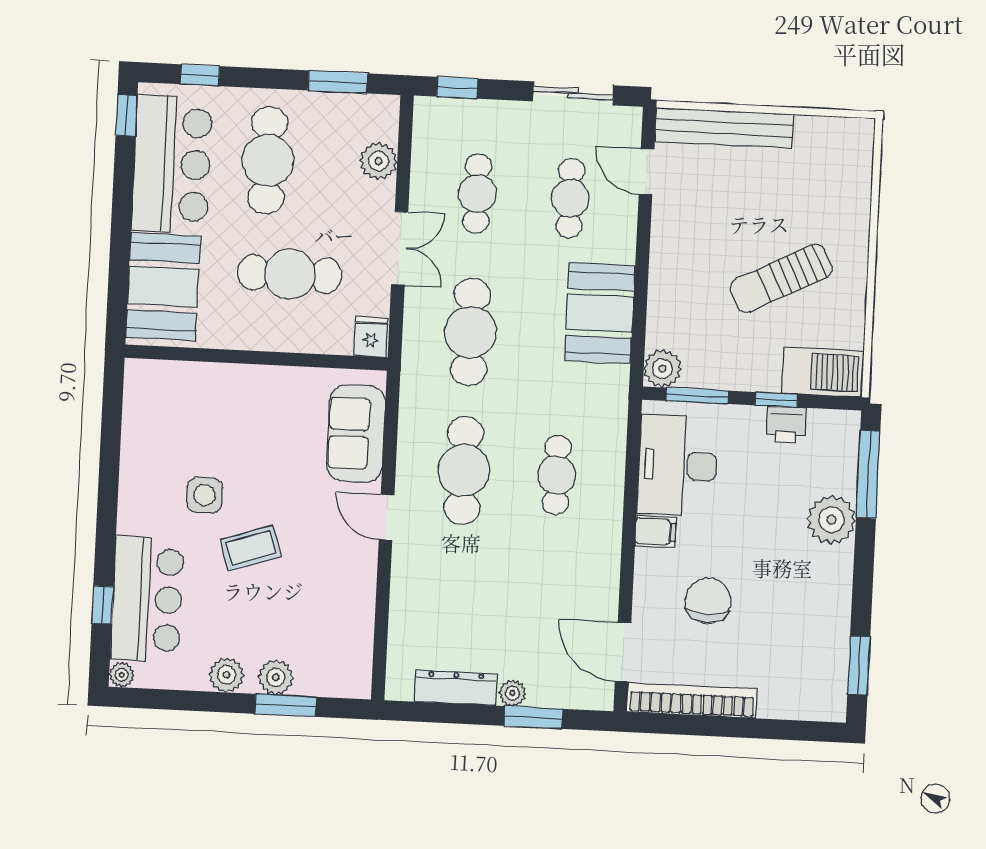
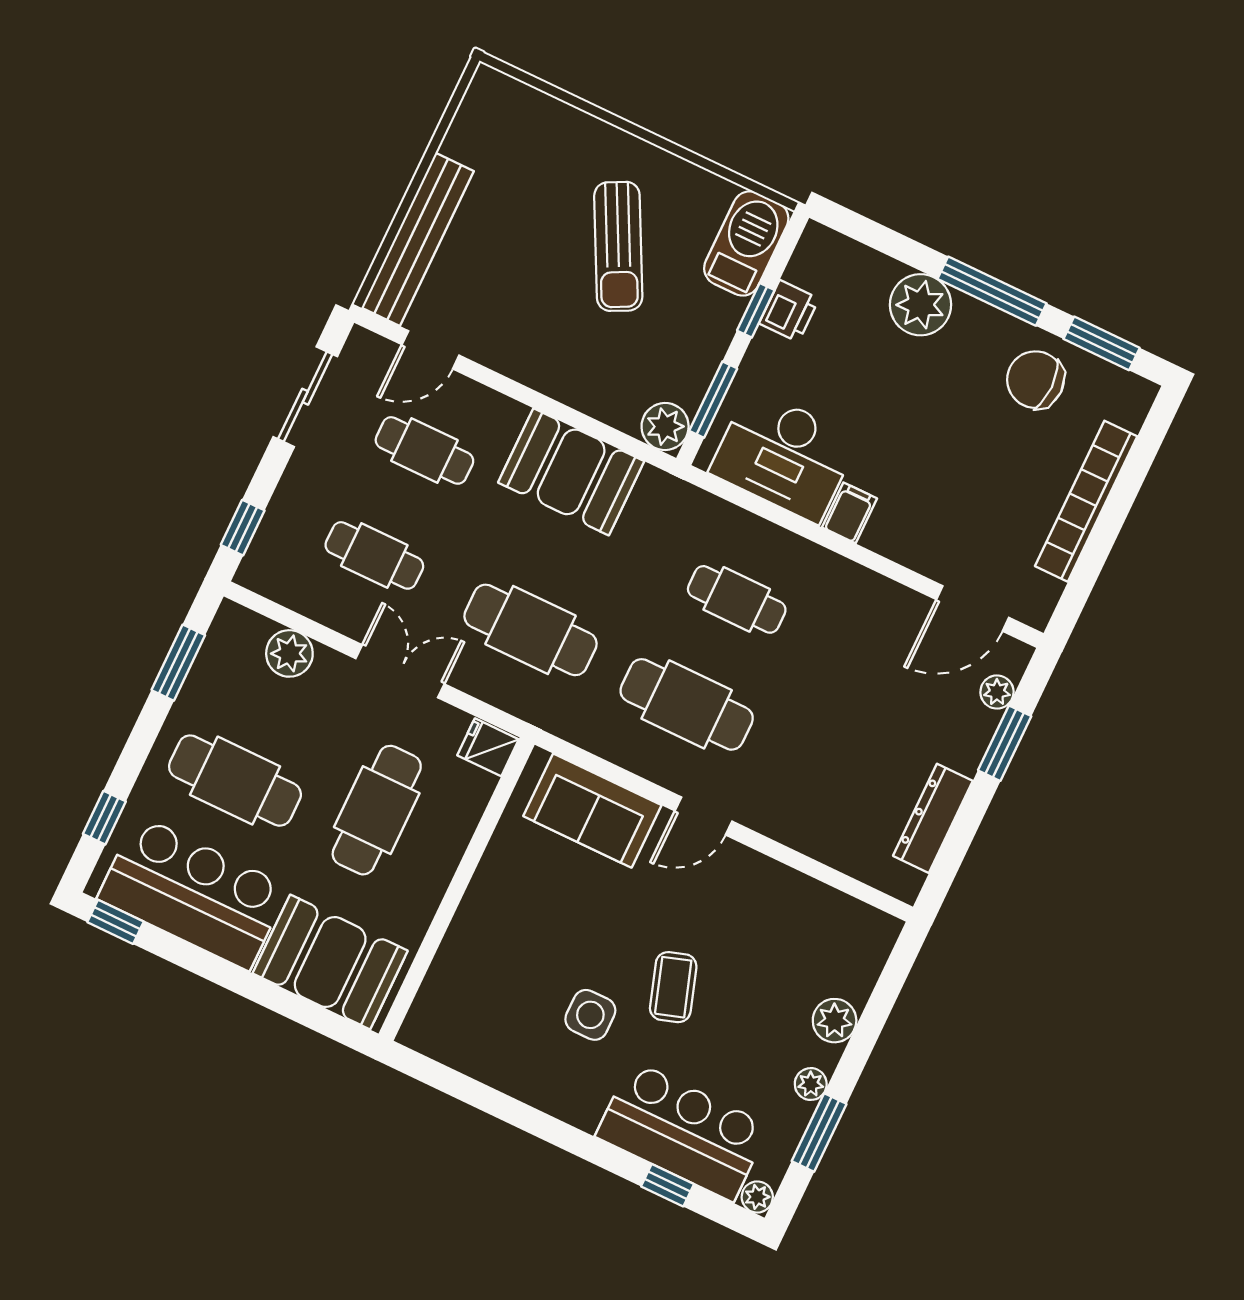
window: (868, 474) -> (992, 291), moved
chair: (708, 601) -> (1036, 380), moved
plant: (227, 675) -> (811, 1084), width x0.73, depth x0.73
plant: (512, 693) -> (997, 692), moved
bookcase: (692, 701) -> (1086, 501), moved
window: (286, 705) -> (819, 1133), moved

